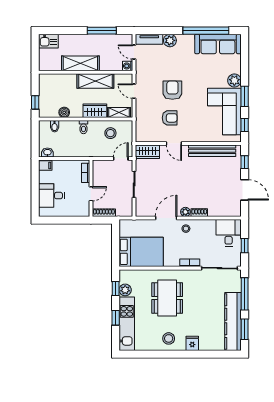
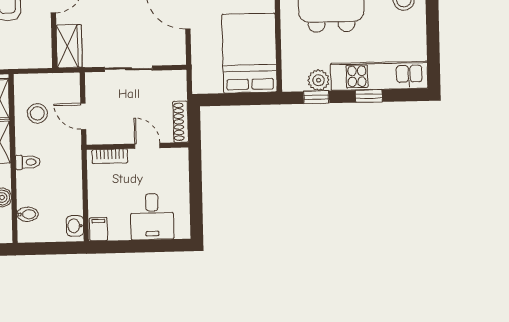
door: (121, 159) -> (83, 116), moved

